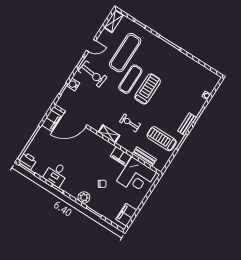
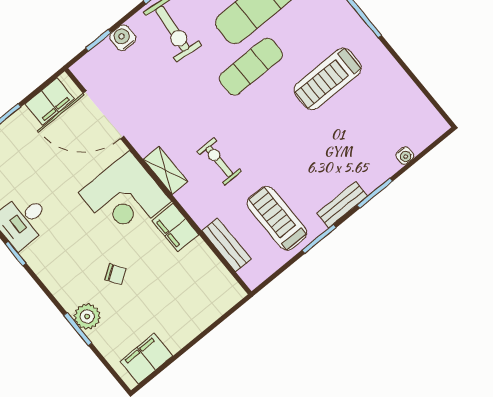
treadmill: (148, 89) -> (328, 79), moved, turned 180
corner desk: (137, 177) -> (125, 197), moved
plant: (84, 197) -> (87, 316), moved

